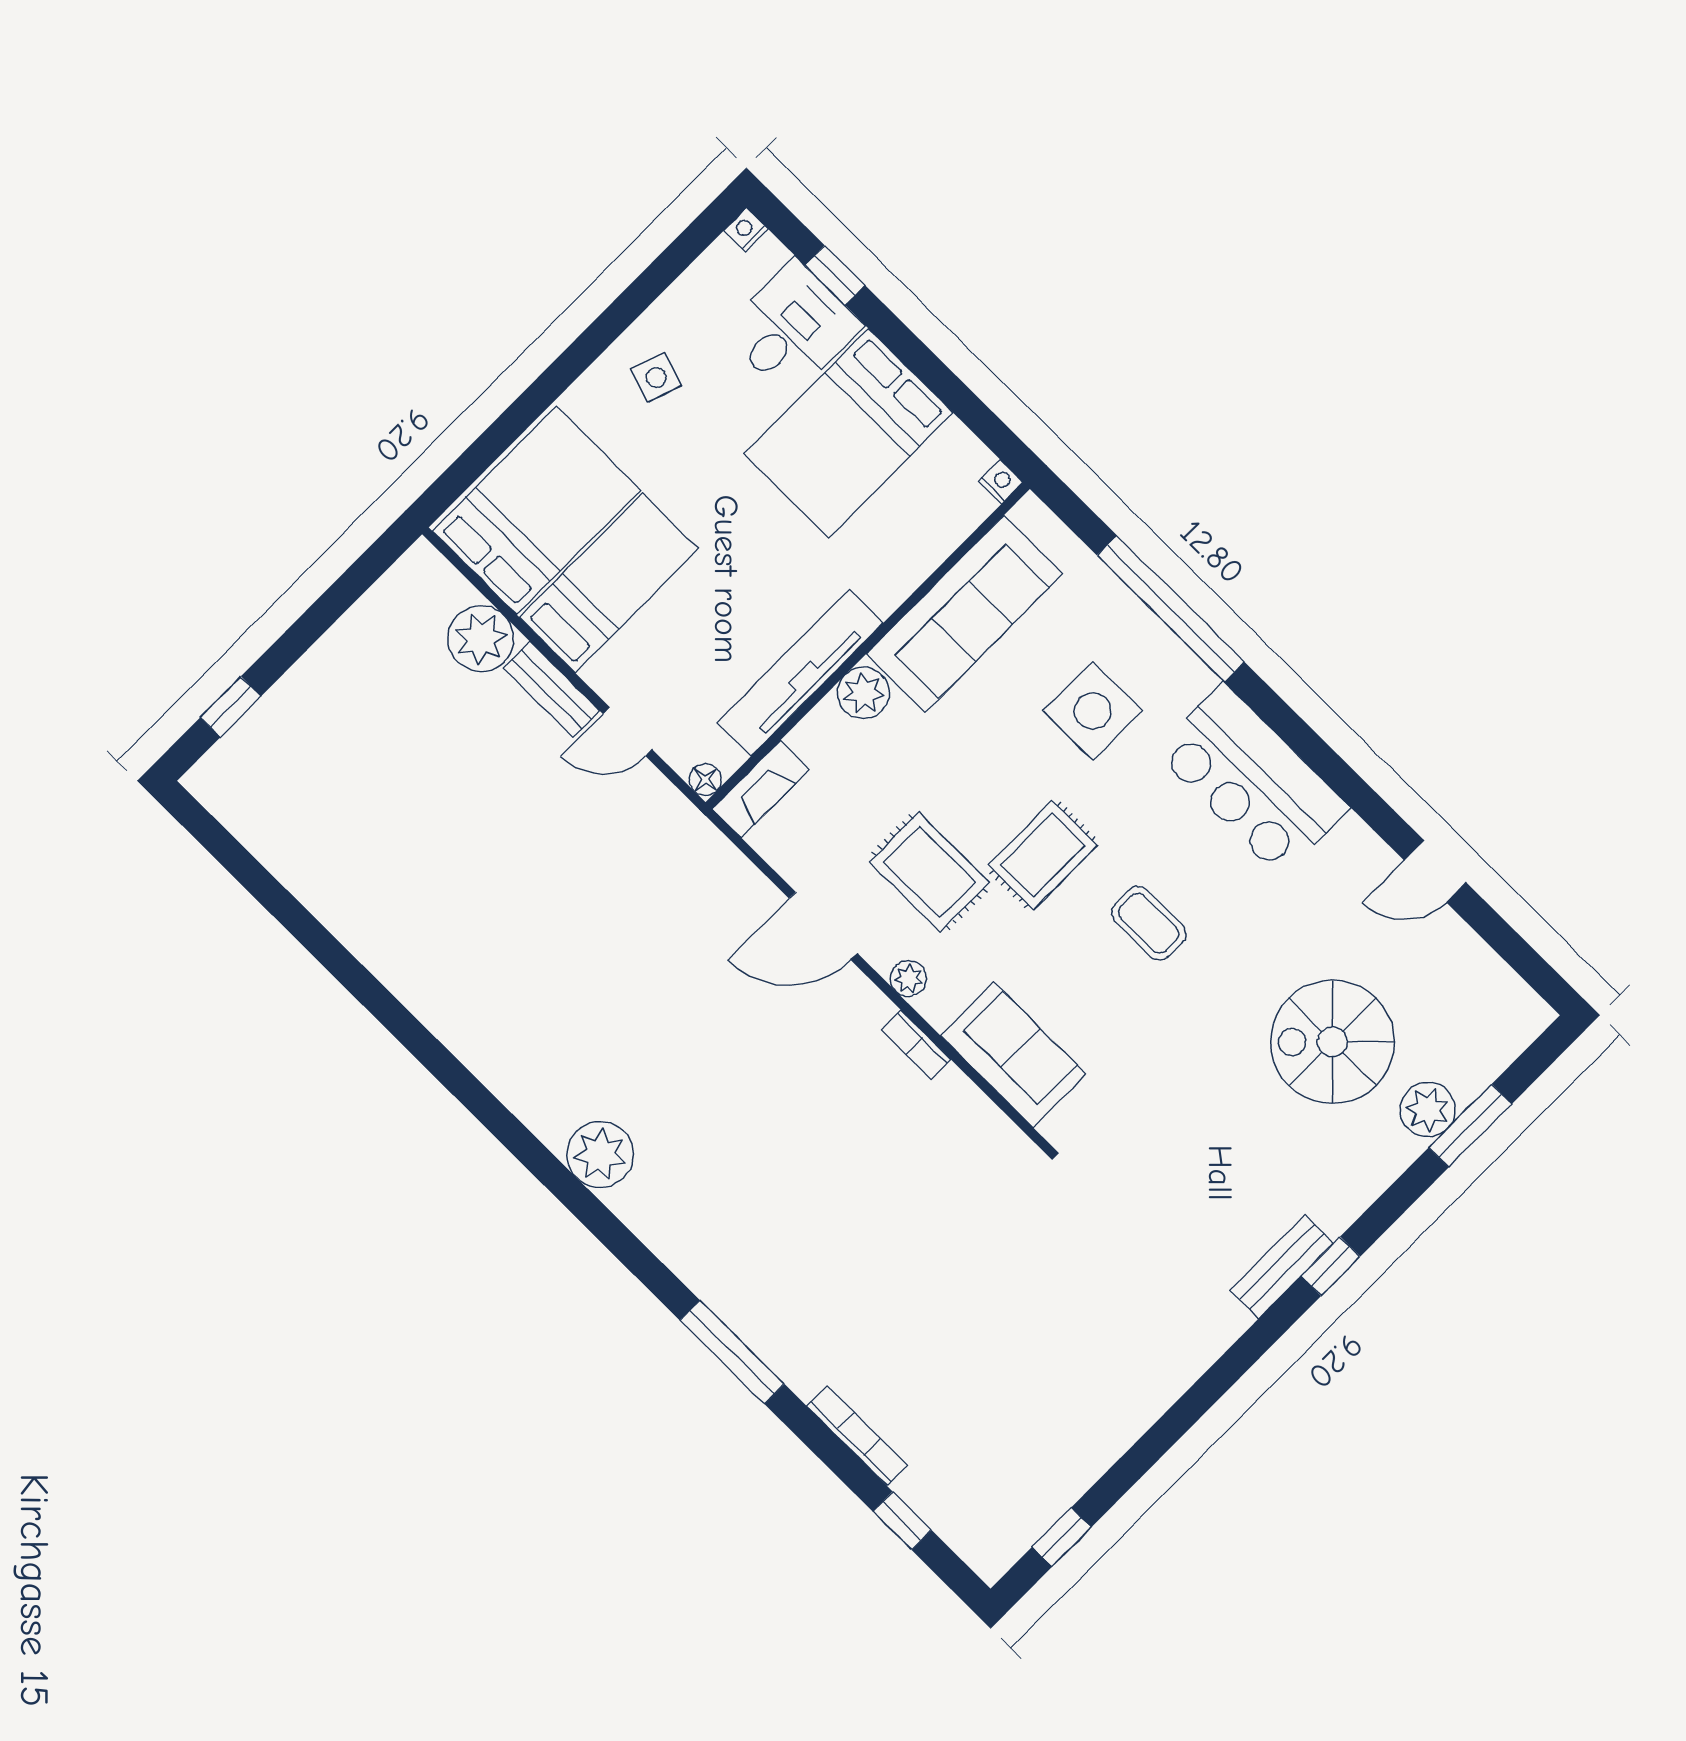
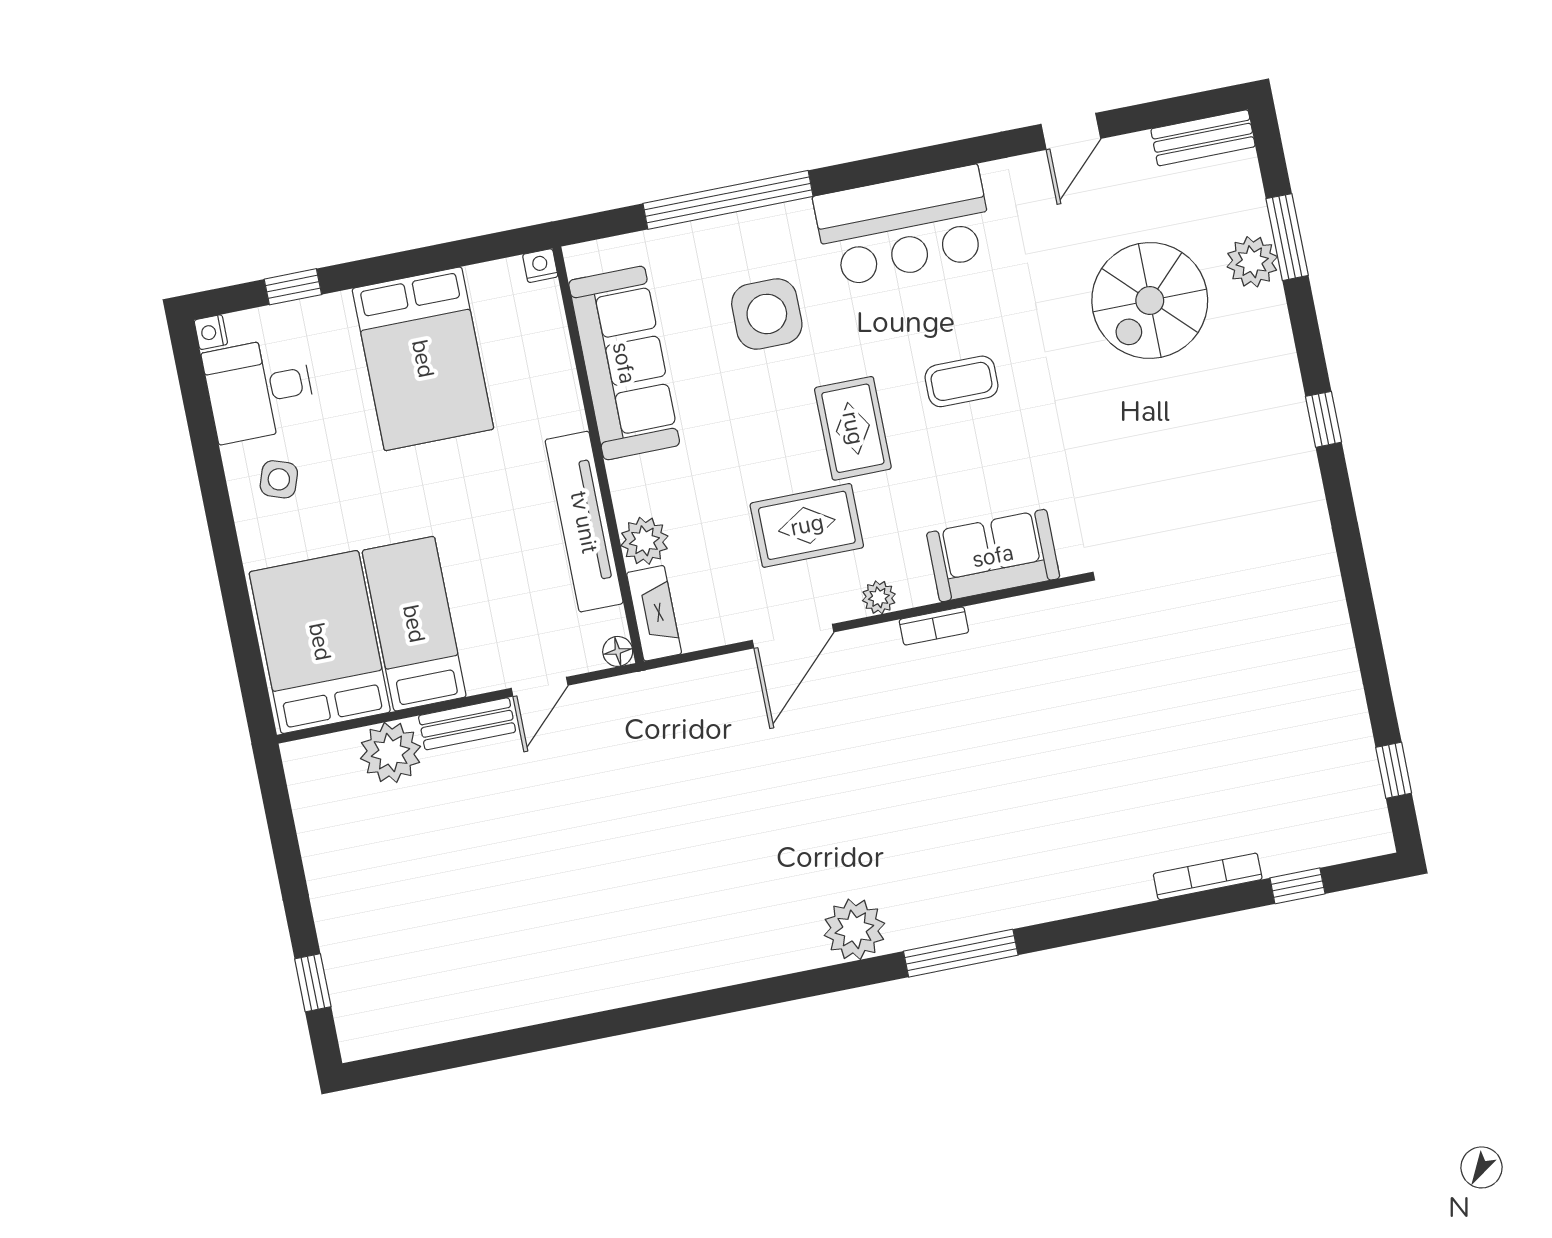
desk: (792, 329) -> (259, 389), moved, turned -90
plant: (863, 693) -> (644, 541), moved
bench: (1282, 1267) -> (1203, 138), moved, turned 90
window: (732, 1352) -> (961, 953), moved

